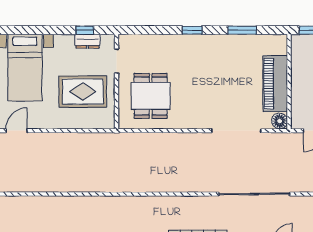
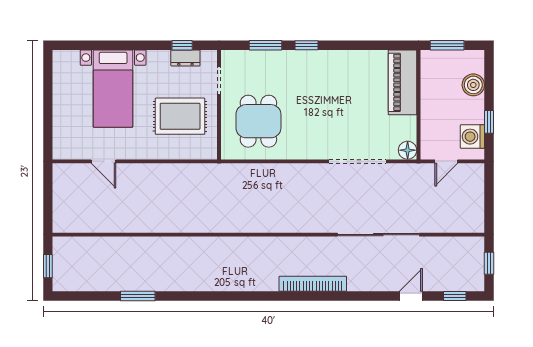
window: (242, 30) -> (266, 45), moved
piano: (275, 84) -> (402, 82), moved
door: (17, 131) -> (103, 161), swing flipped

